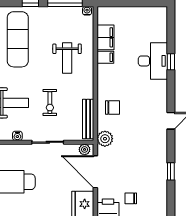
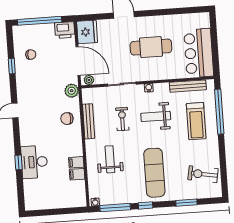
filing cabinet: (105, 37) -> (77, 174), width x0.50
bench: (88, 119) -> (89, 121), moved
chair: (131, 198) -> (31, 55), moved

